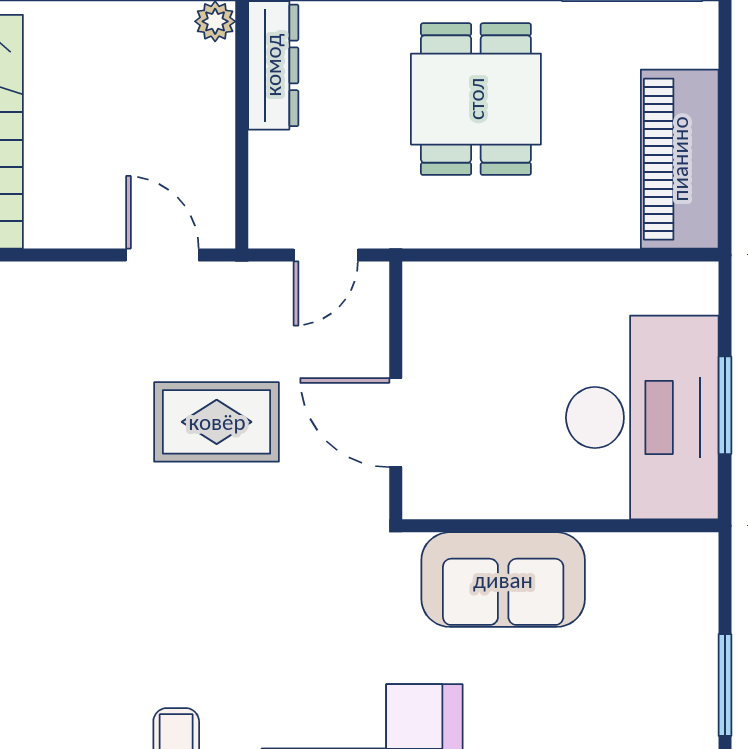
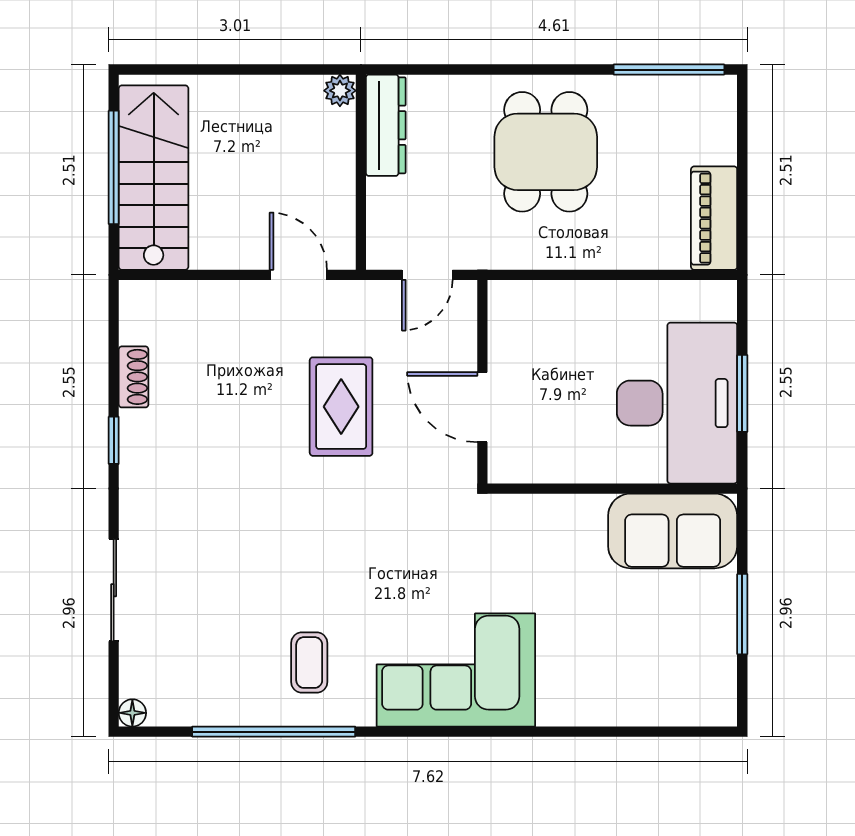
piano: (680, 159) -> (714, 218), width x0.73, depth x0.75
rug: (217, 422) -> (341, 407), turned 90
sofa: (503, 580) -> (673, 531), moved

